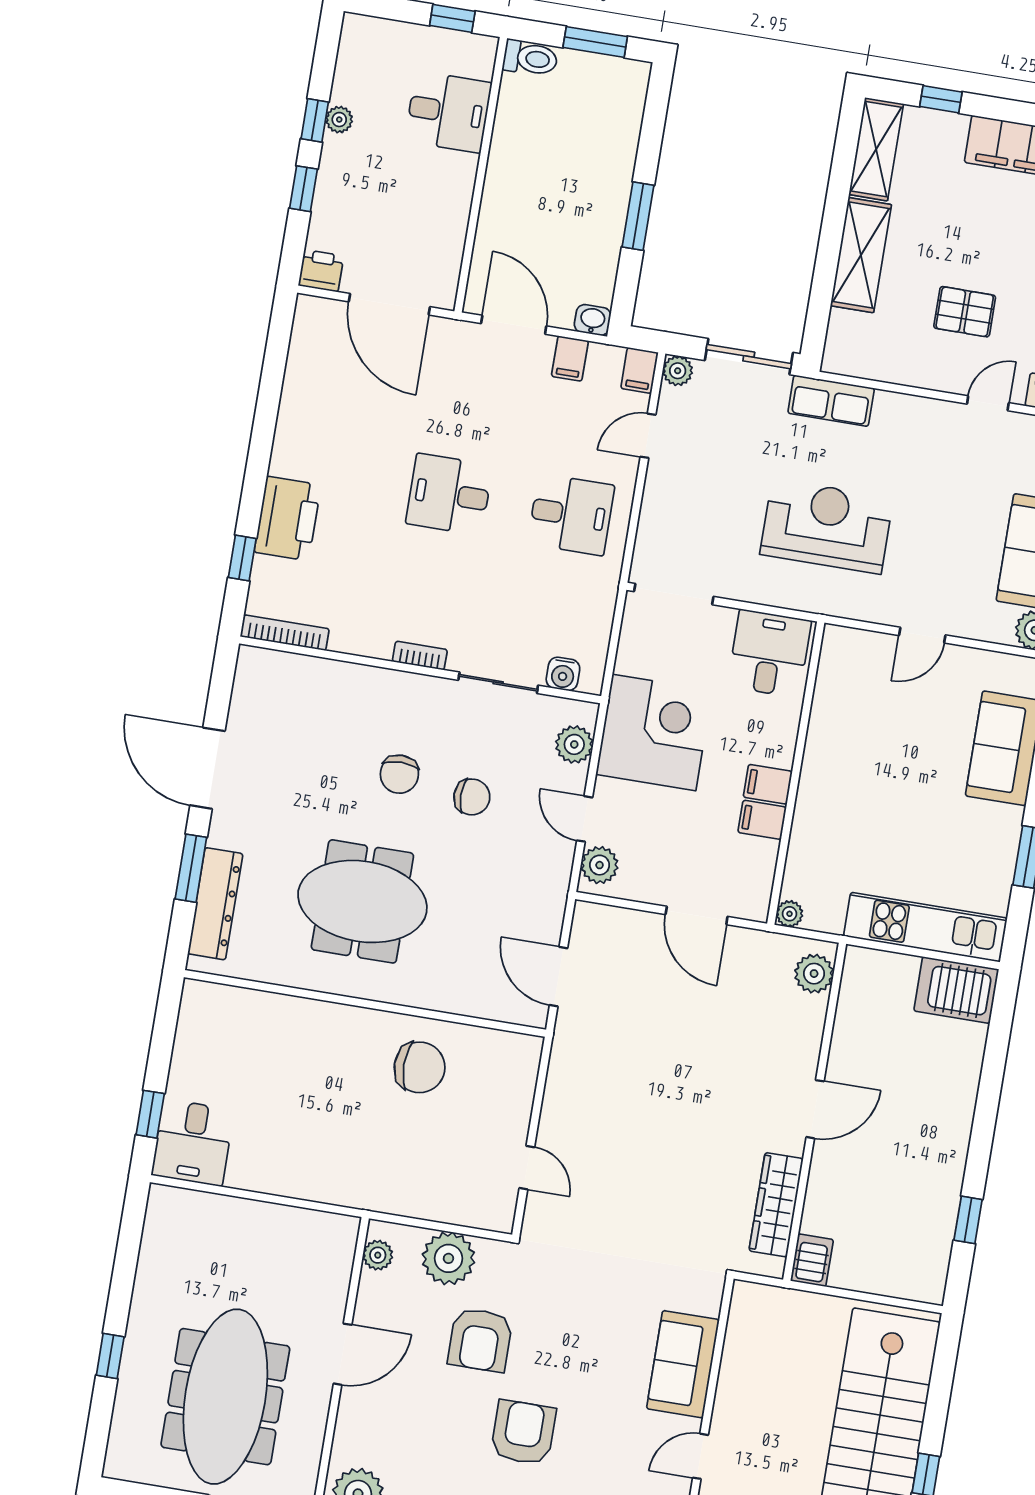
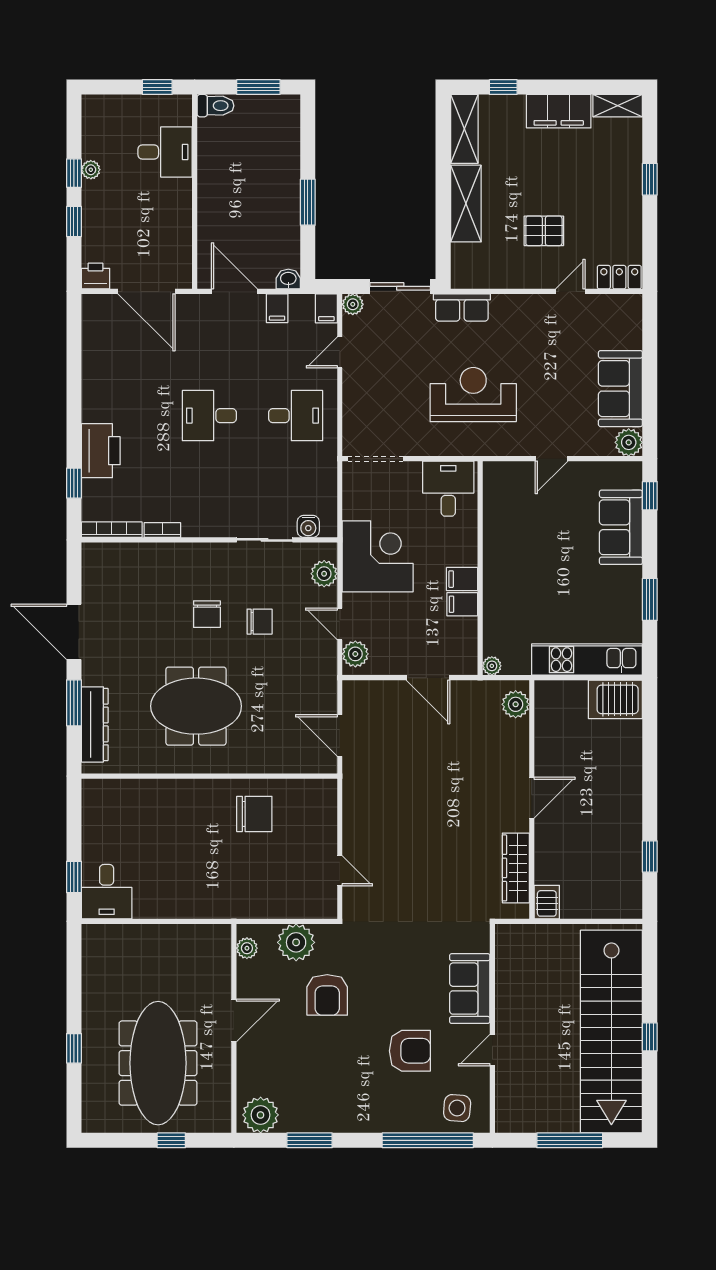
bookcase: (420, 656) -> (162, 530), moved
armchair: (523, 1432) -> (410, 1051), moved, turned 90

